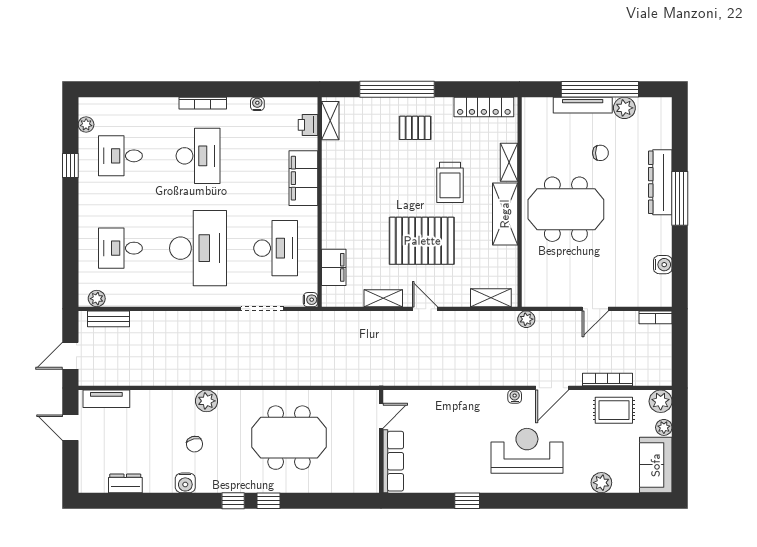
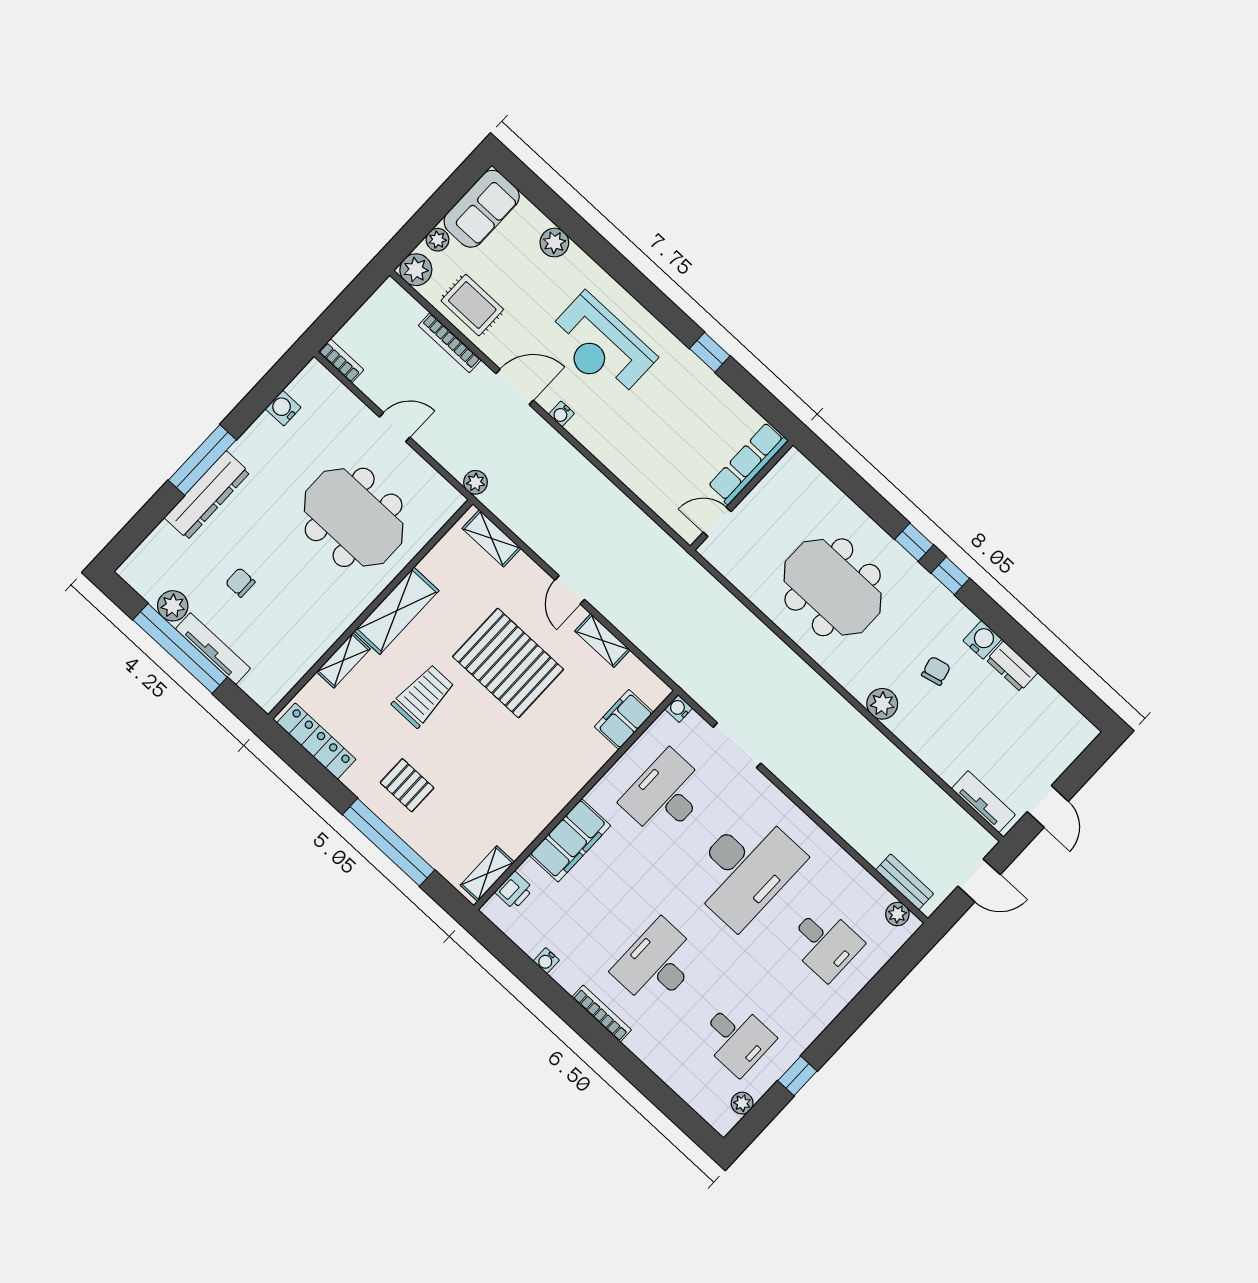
meeting table: (566, 209) -> (354, 517), moved
desk: (198, 248) -> (745, 869), turned 180
dresser: (125, 483) -> (1012, 666), moved

